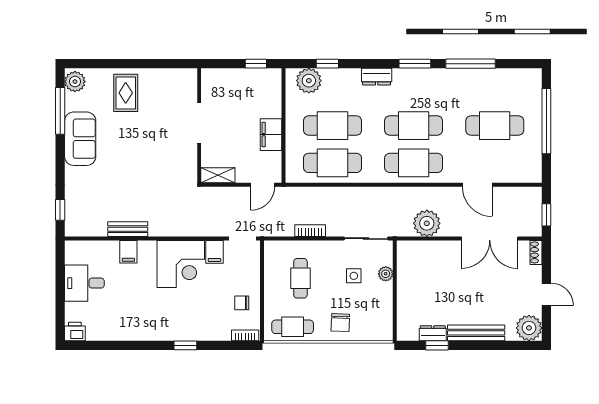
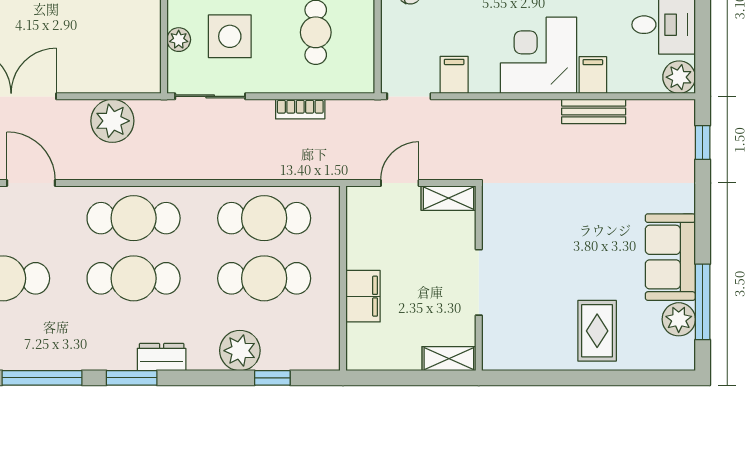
window: (256, 64) -> (388, 378), removed
shelving: (218, 76) -> (449, 359), added
dresser: (377, 77) -> (162, 357), moved
plant: (309, 81) -> (240, 351), moved
plant: (75, 82) -> (679, 319), moved
filing cabinet: (271, 135) -> (363, 296), moved
door: (263, 185) -> (400, 183), moved
plant: (75, 250) -> (679, 77), added
corner desk: (181, 264) -> (539, 55), moved
side table: (354, 276) -> (230, 36), width x1.87, depth x1.87

